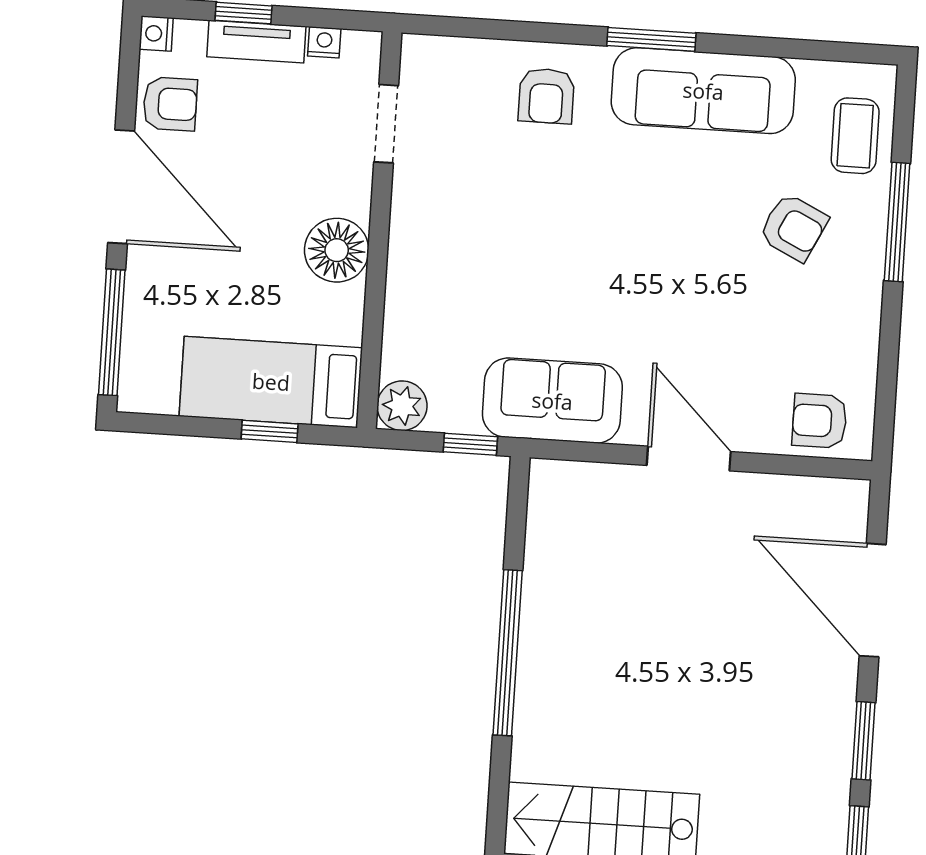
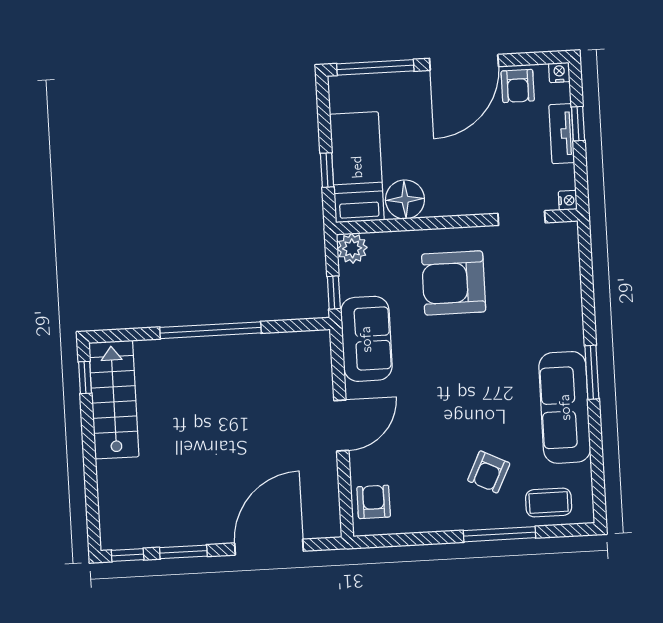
nightstand: (324, 42) -> (568, 200), moved
armchair: (546, 96) -> (454, 283), moved, width x1.88, depth x1.88
floor lamp: (337, 250) -> (405, 199), moved

